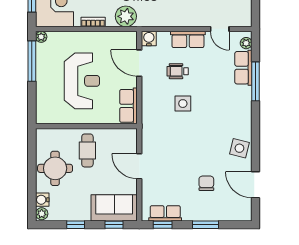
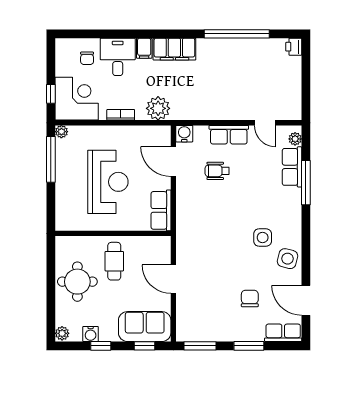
side table: (183, 104) -> (263, 237), moved
water cooler: (42, 200) -> (91, 334), moved, turned -90
row of seats: (165, 213) -> (283, 333), moved
window: (163, 225) -> (200, 346), width x1.50

